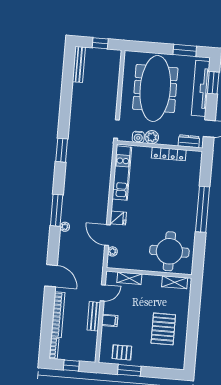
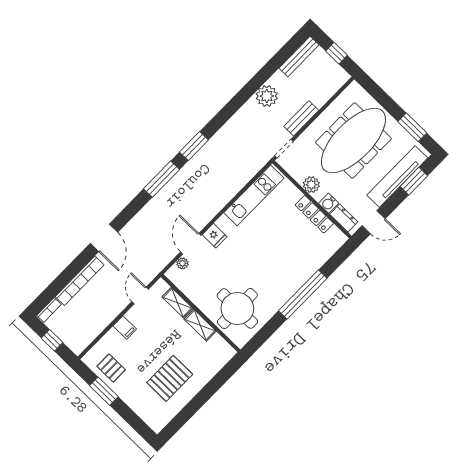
water cooler: (138, 137) -> (329, 203), moved
window: (62, 150) -> (194, 146), moved
plant: (65, 227) -> (267, 96), moved, width x1.88, depth x1.88
shelving: (175, 282) -> (200, 325), moved
door: (103, 293) -> (140, 295), swing flipped
bench: (94, 316) -> (301, 118), moved

